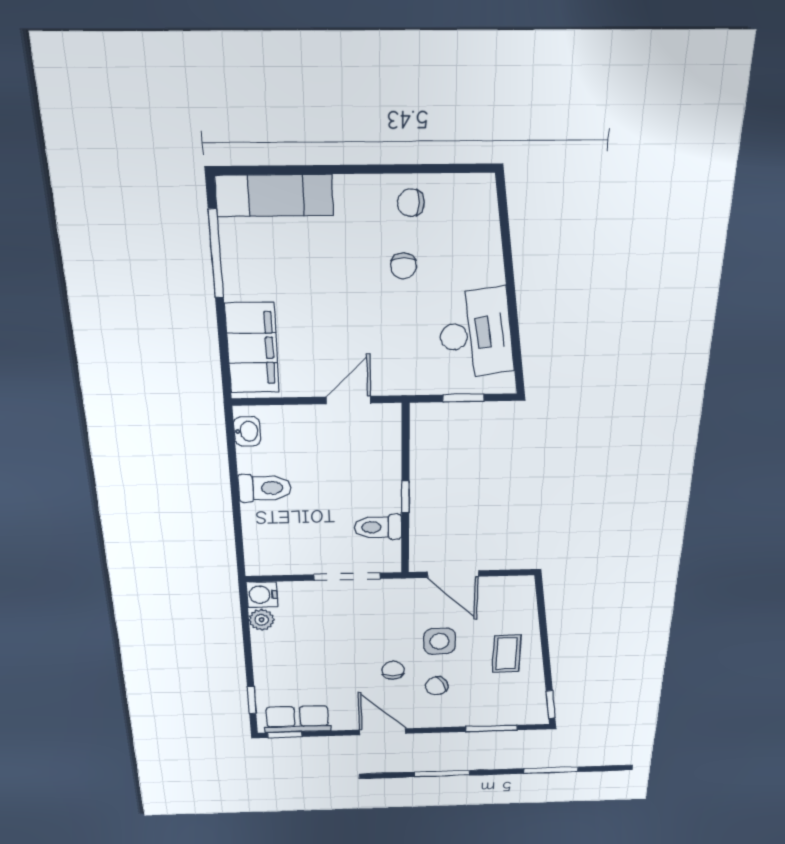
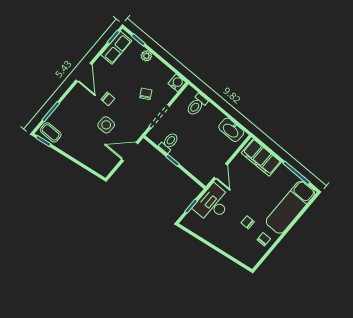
exam couch: (274, 196) -> (290, 207), width x1.36, depth x1.45
desk: (476, 334) -> (213, 204), moved, turned 98
washbasin: (247, 431) -> (231, 130), width x1.91, depth x1.45
toilet: (265, 488) -> (197, 105), moved
plant: (262, 620) -> (146, 56), moved
coffee table: (507, 653) -> (51, 132), moved
chair: (437, 686) -> (146, 94), moved
door: (383, 732) -> (84, 72), hinge flipped

